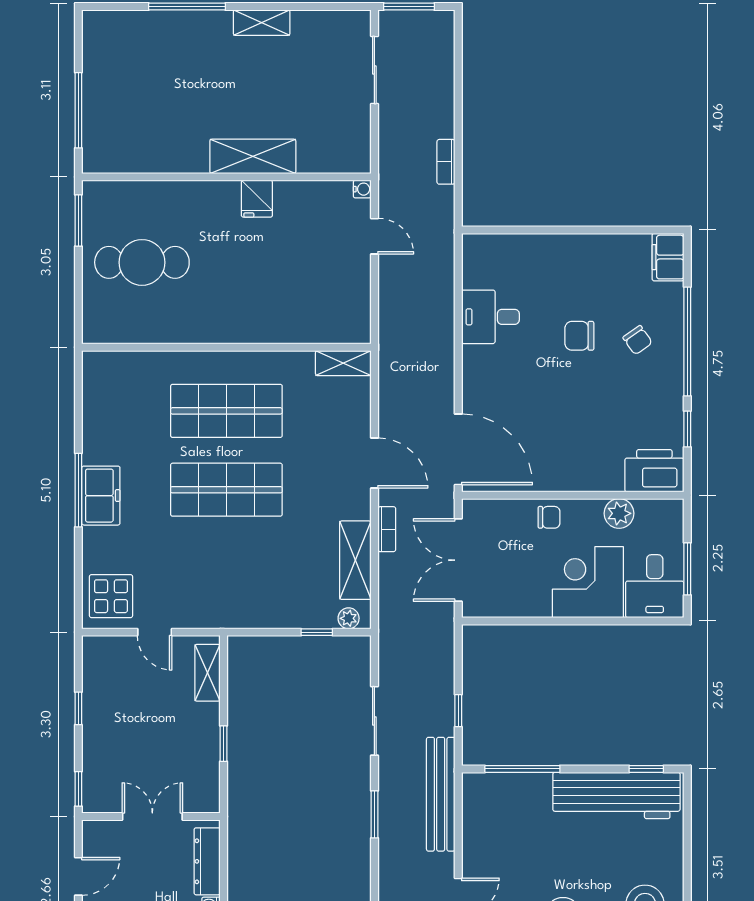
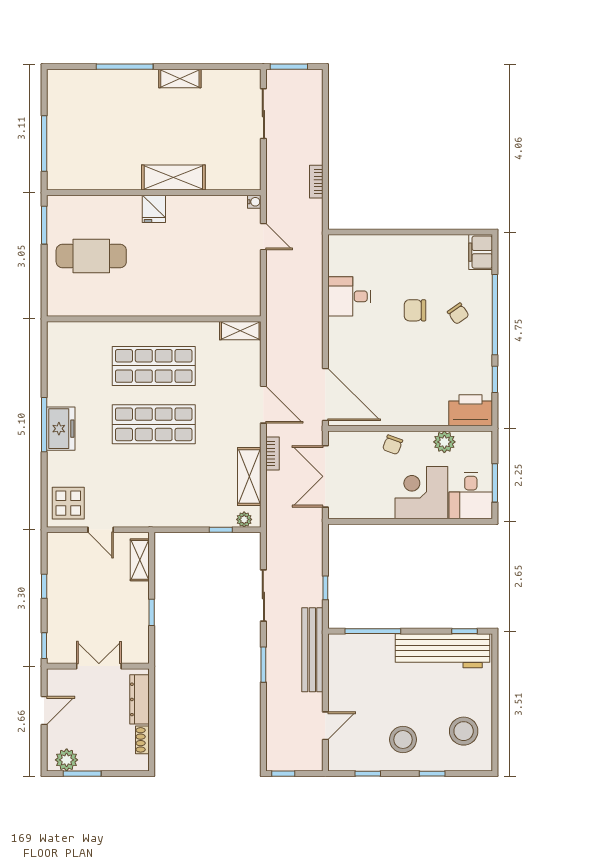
fridge: (257, 199) -> (154, 209), moved
chair: (549, 517) -> (393, 445), turned 110

